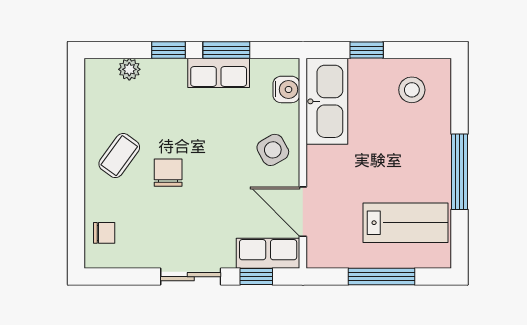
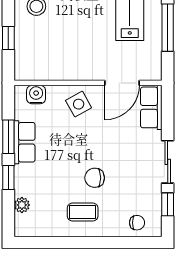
kitchen sink: (327, 101) -> (44, 66), removed
coffee table: (119, 156) -> (83, 212), turned -36
chair: (104, 233) -> (137, 223), turned 90
window: (256, 277) -> (168, 204), moved

